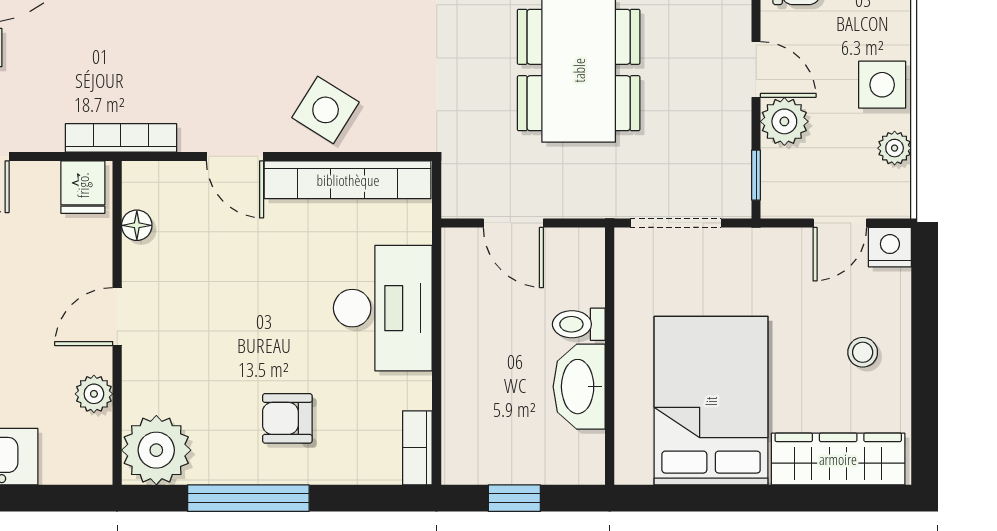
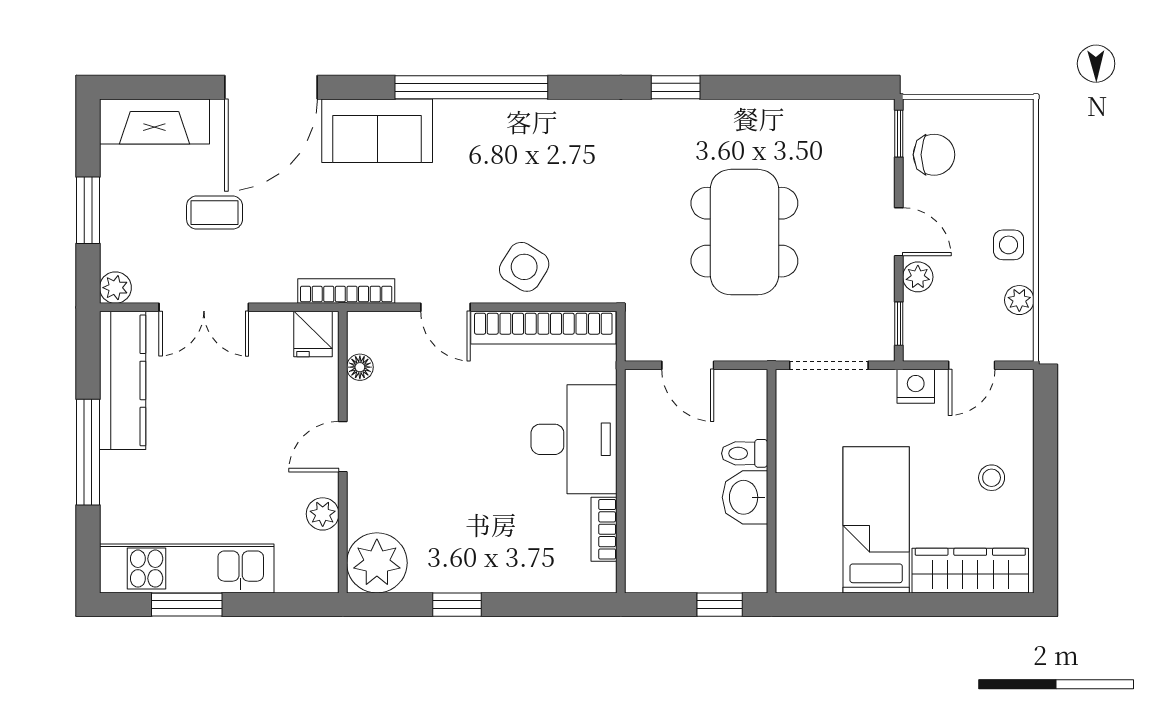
side table: (882, 85) -> (1009, 245), width x0.73, depth x0.73
plant: (784, 121) -> (918, 277), width x0.73, depth x0.73
nightstand: (890, 247) -> (916, 386), moved
washbasin: (579, 387) -> (745, 497), width x0.72
bed: (711, 401) -> (876, 520), width x0.67
armchair: (287, 418) -> (491, 535), removed
bookcase: (417, 448) -> (604, 529), moved
window: (248, 498) -> (457, 605), width x0.46
window: (514, 498) -> (720, 605), moved

